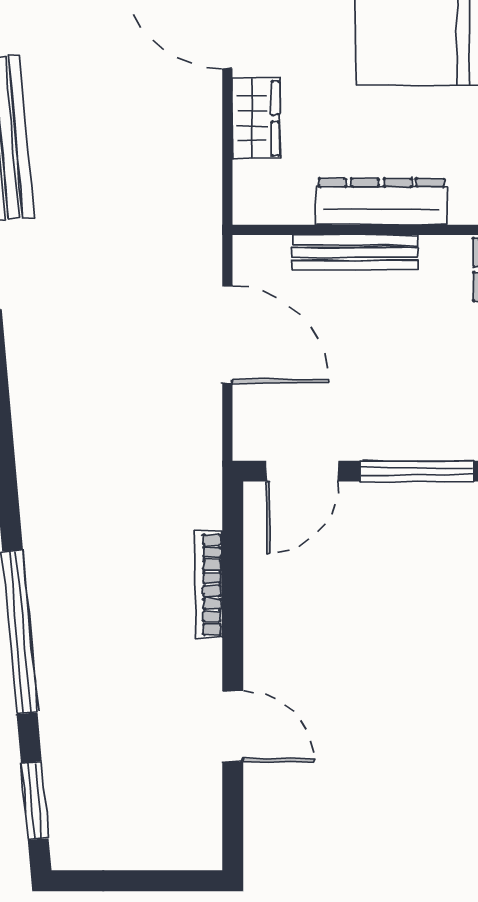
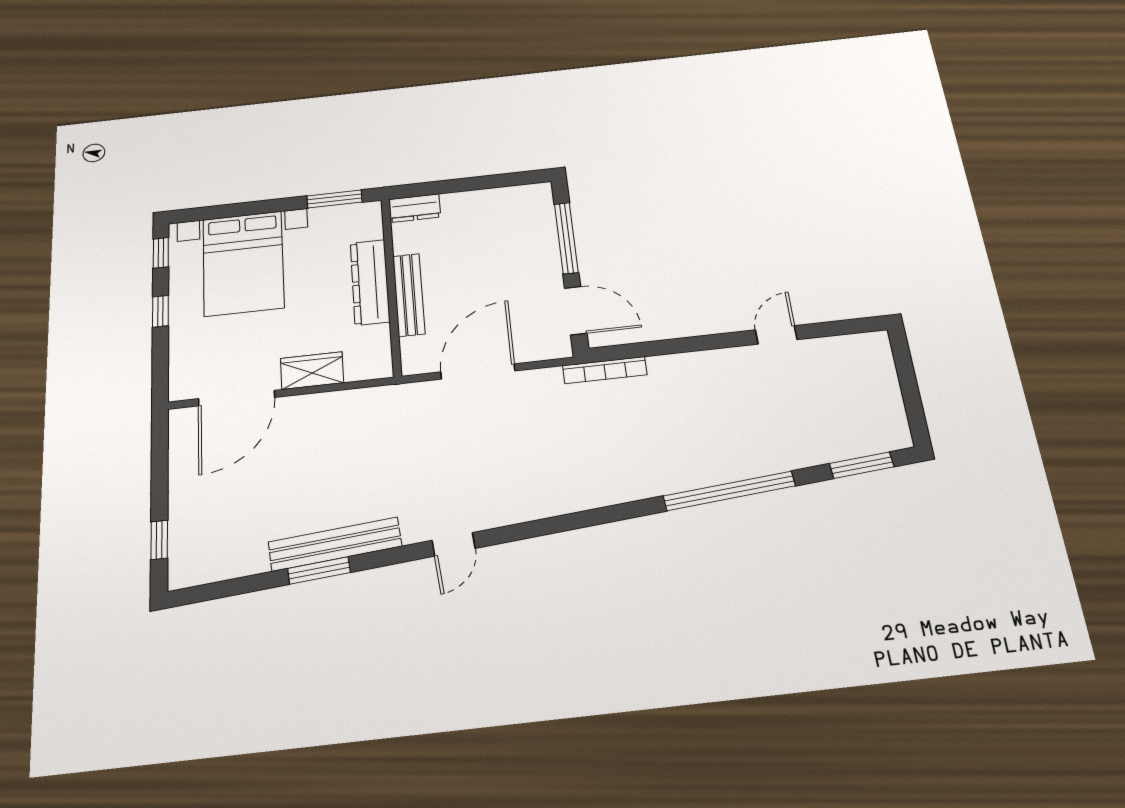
bookcase: (209, 585) -> (605, 370), moved
door: (233, 726) -> (776, 335), width x0.73

